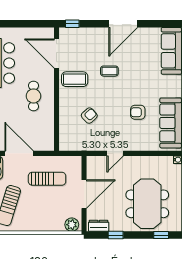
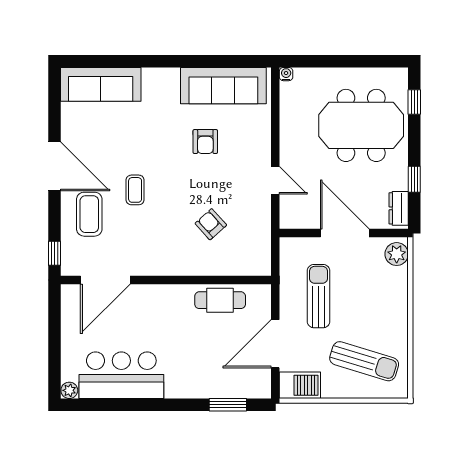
coffee table: (75, 79) -> (89, 214), moved
cafe table: (33, 96) -> (220, 300), moved

